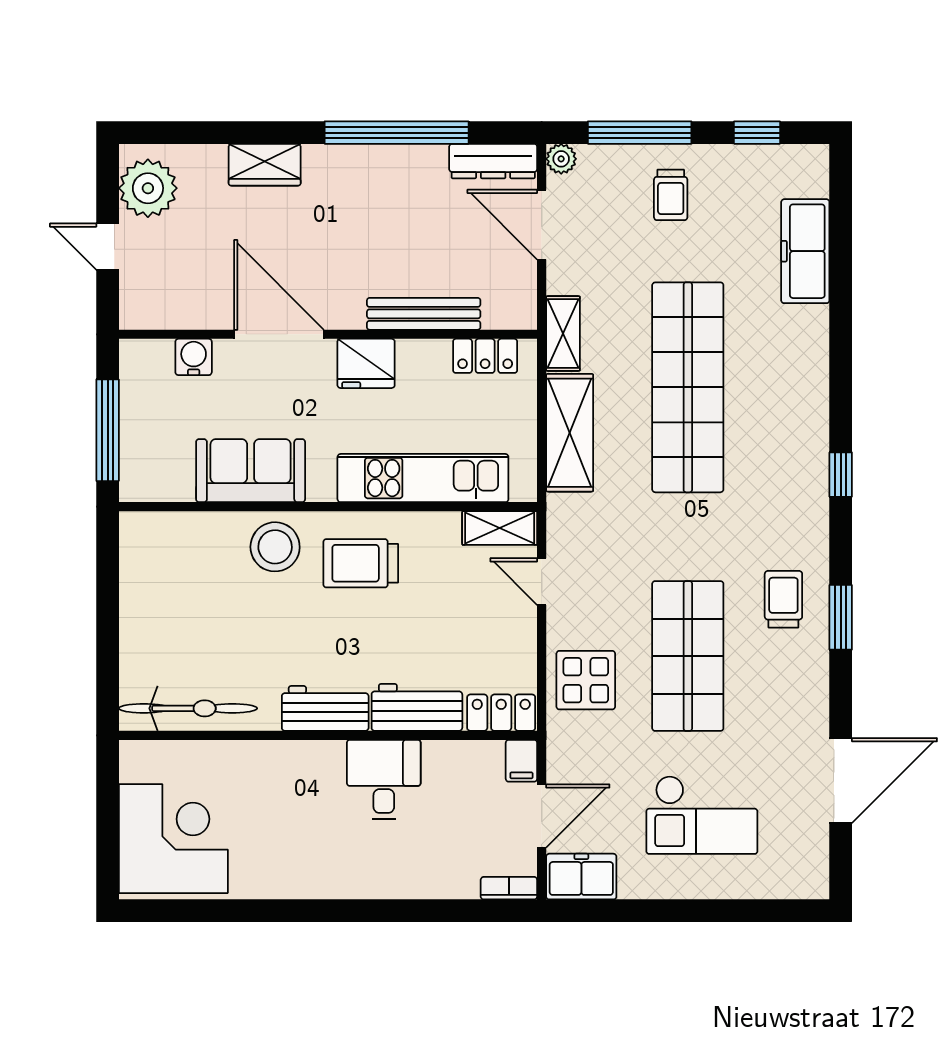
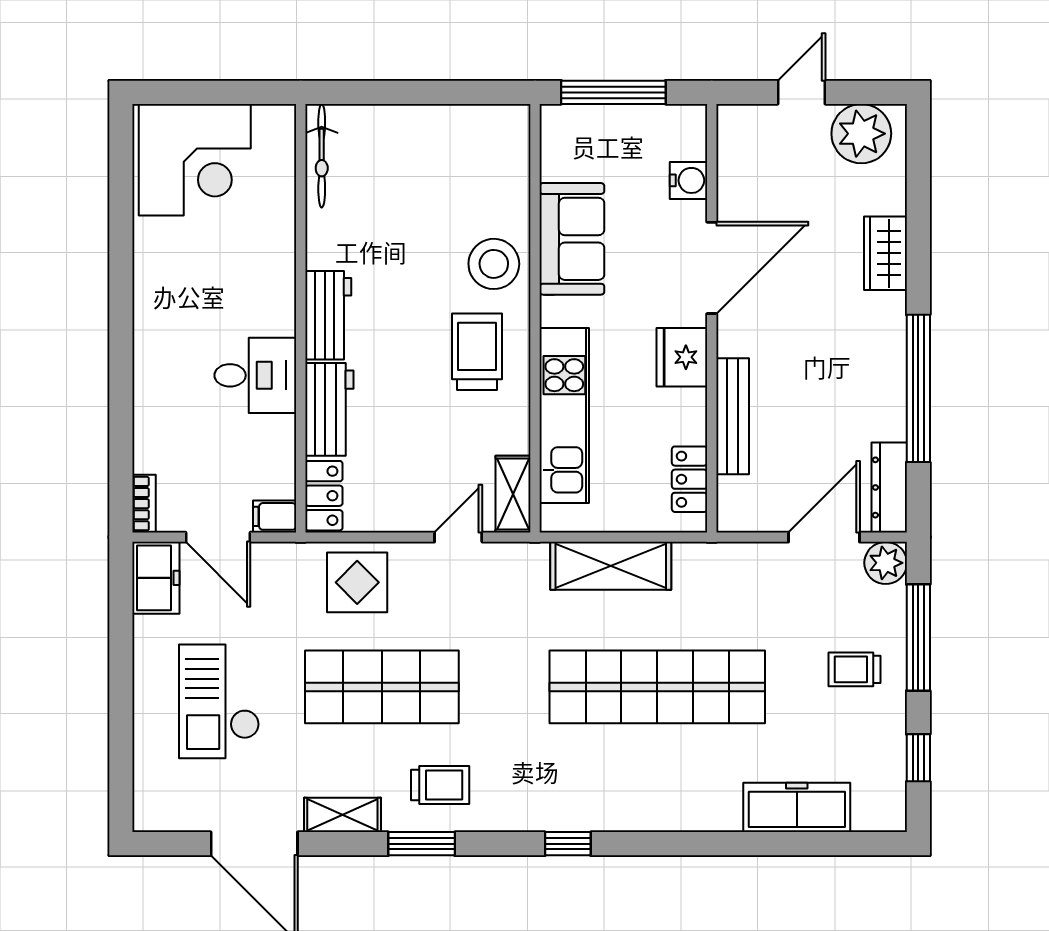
plant: (561, 159) -> (886, 563), width x1.38, depth x1.38
shelving: (563, 333) -> (342, 815), moved
bicycle: (188, 708) -> (322, 156), width x0.73, depth x0.71

